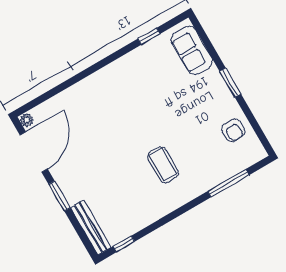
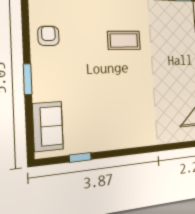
coffee table: (163, 165) -> (124, 40), turned 90

